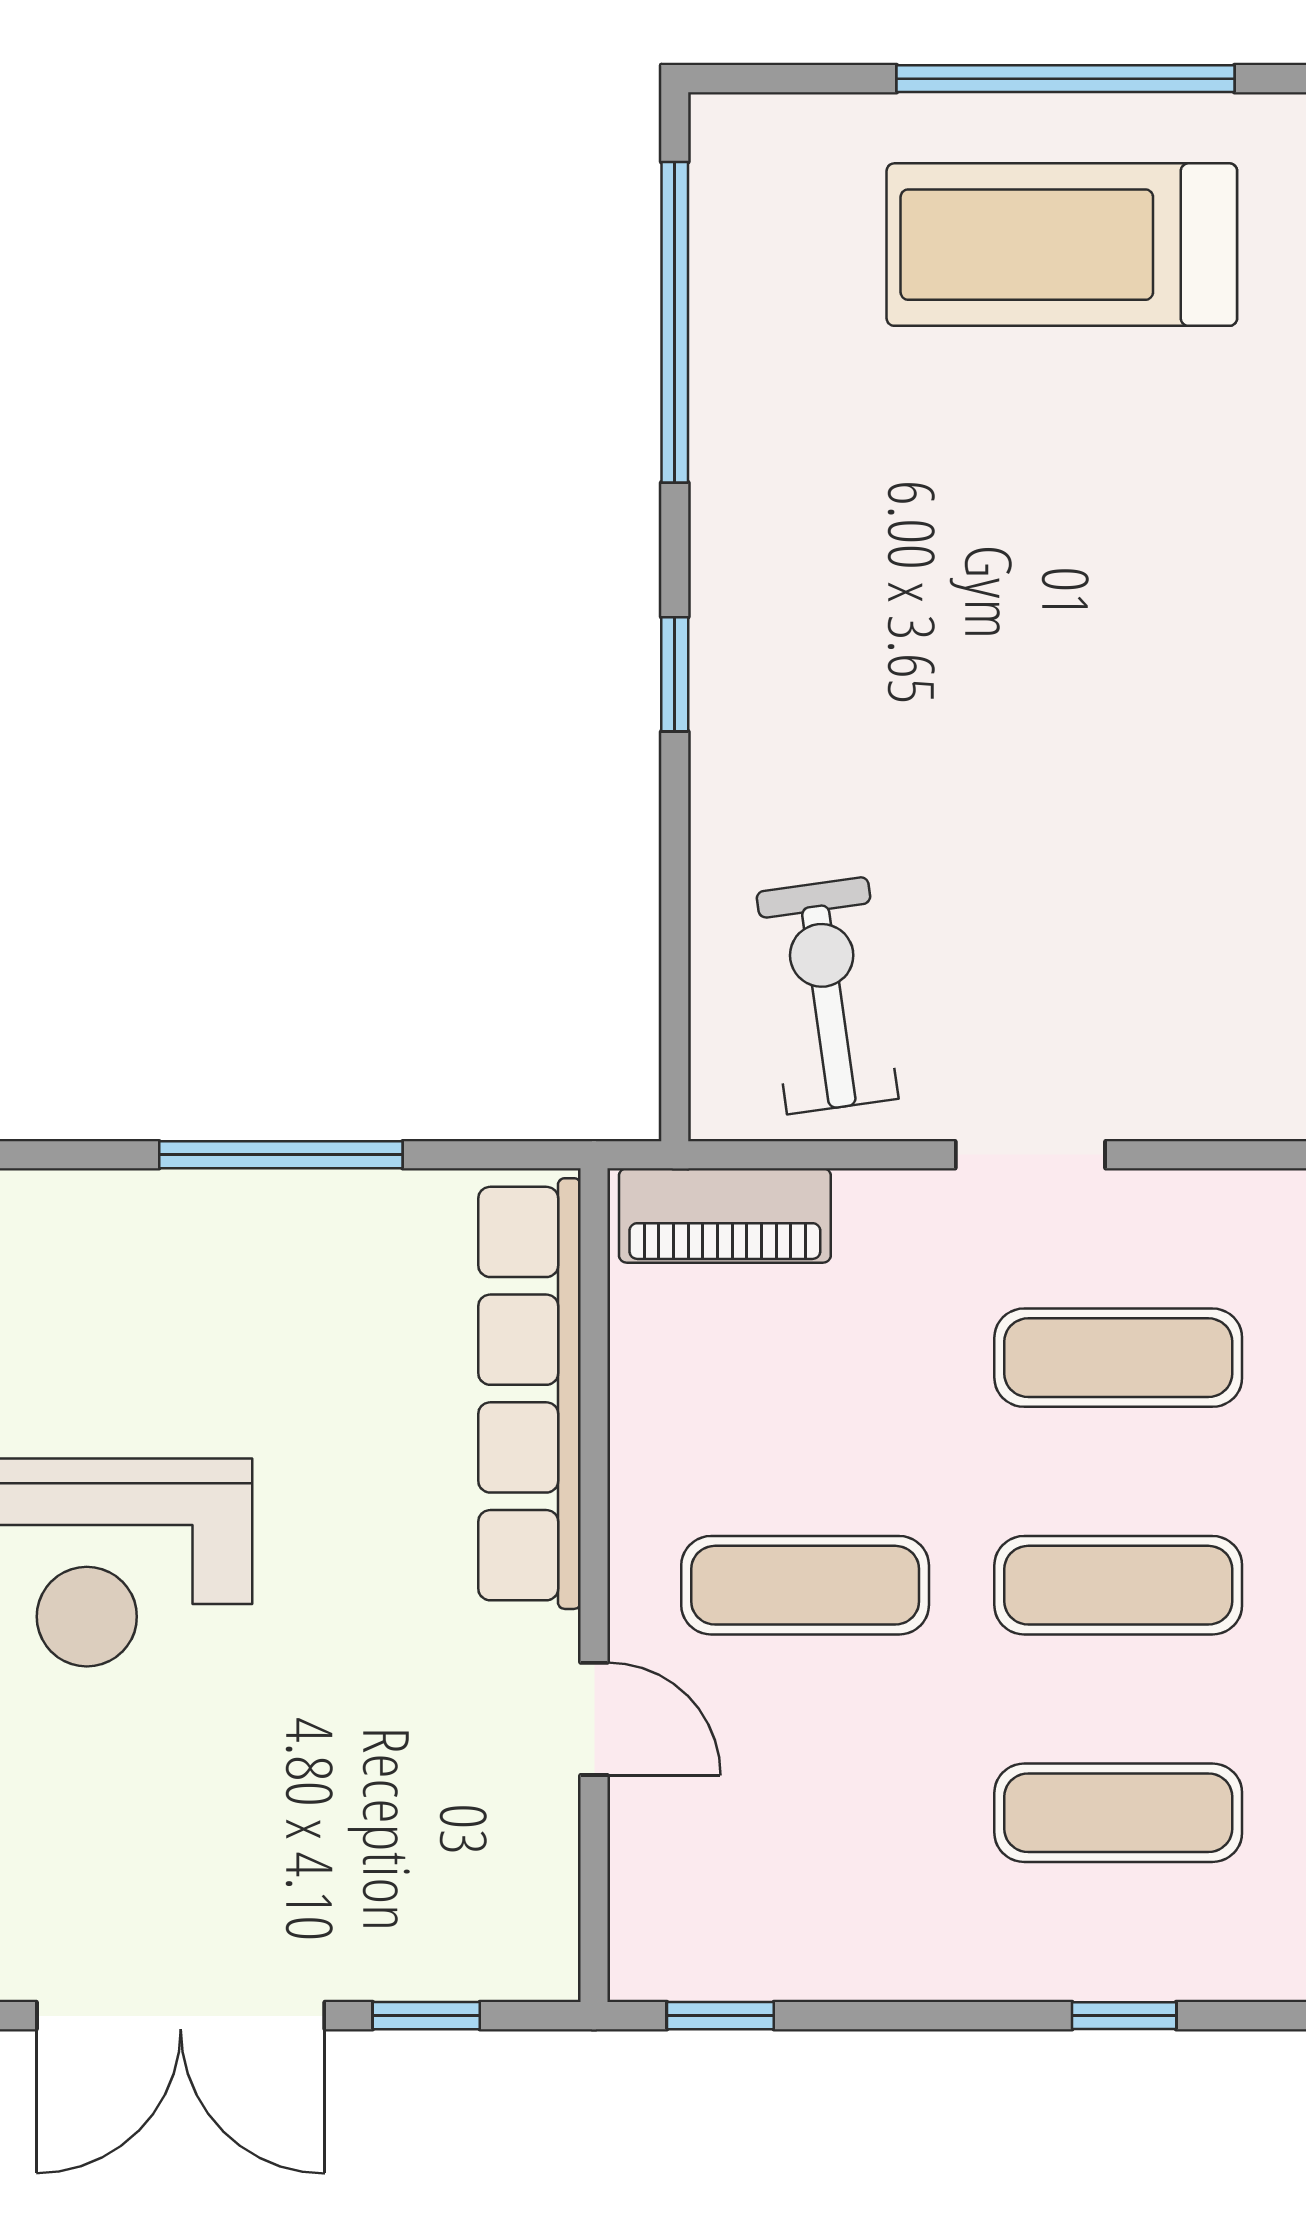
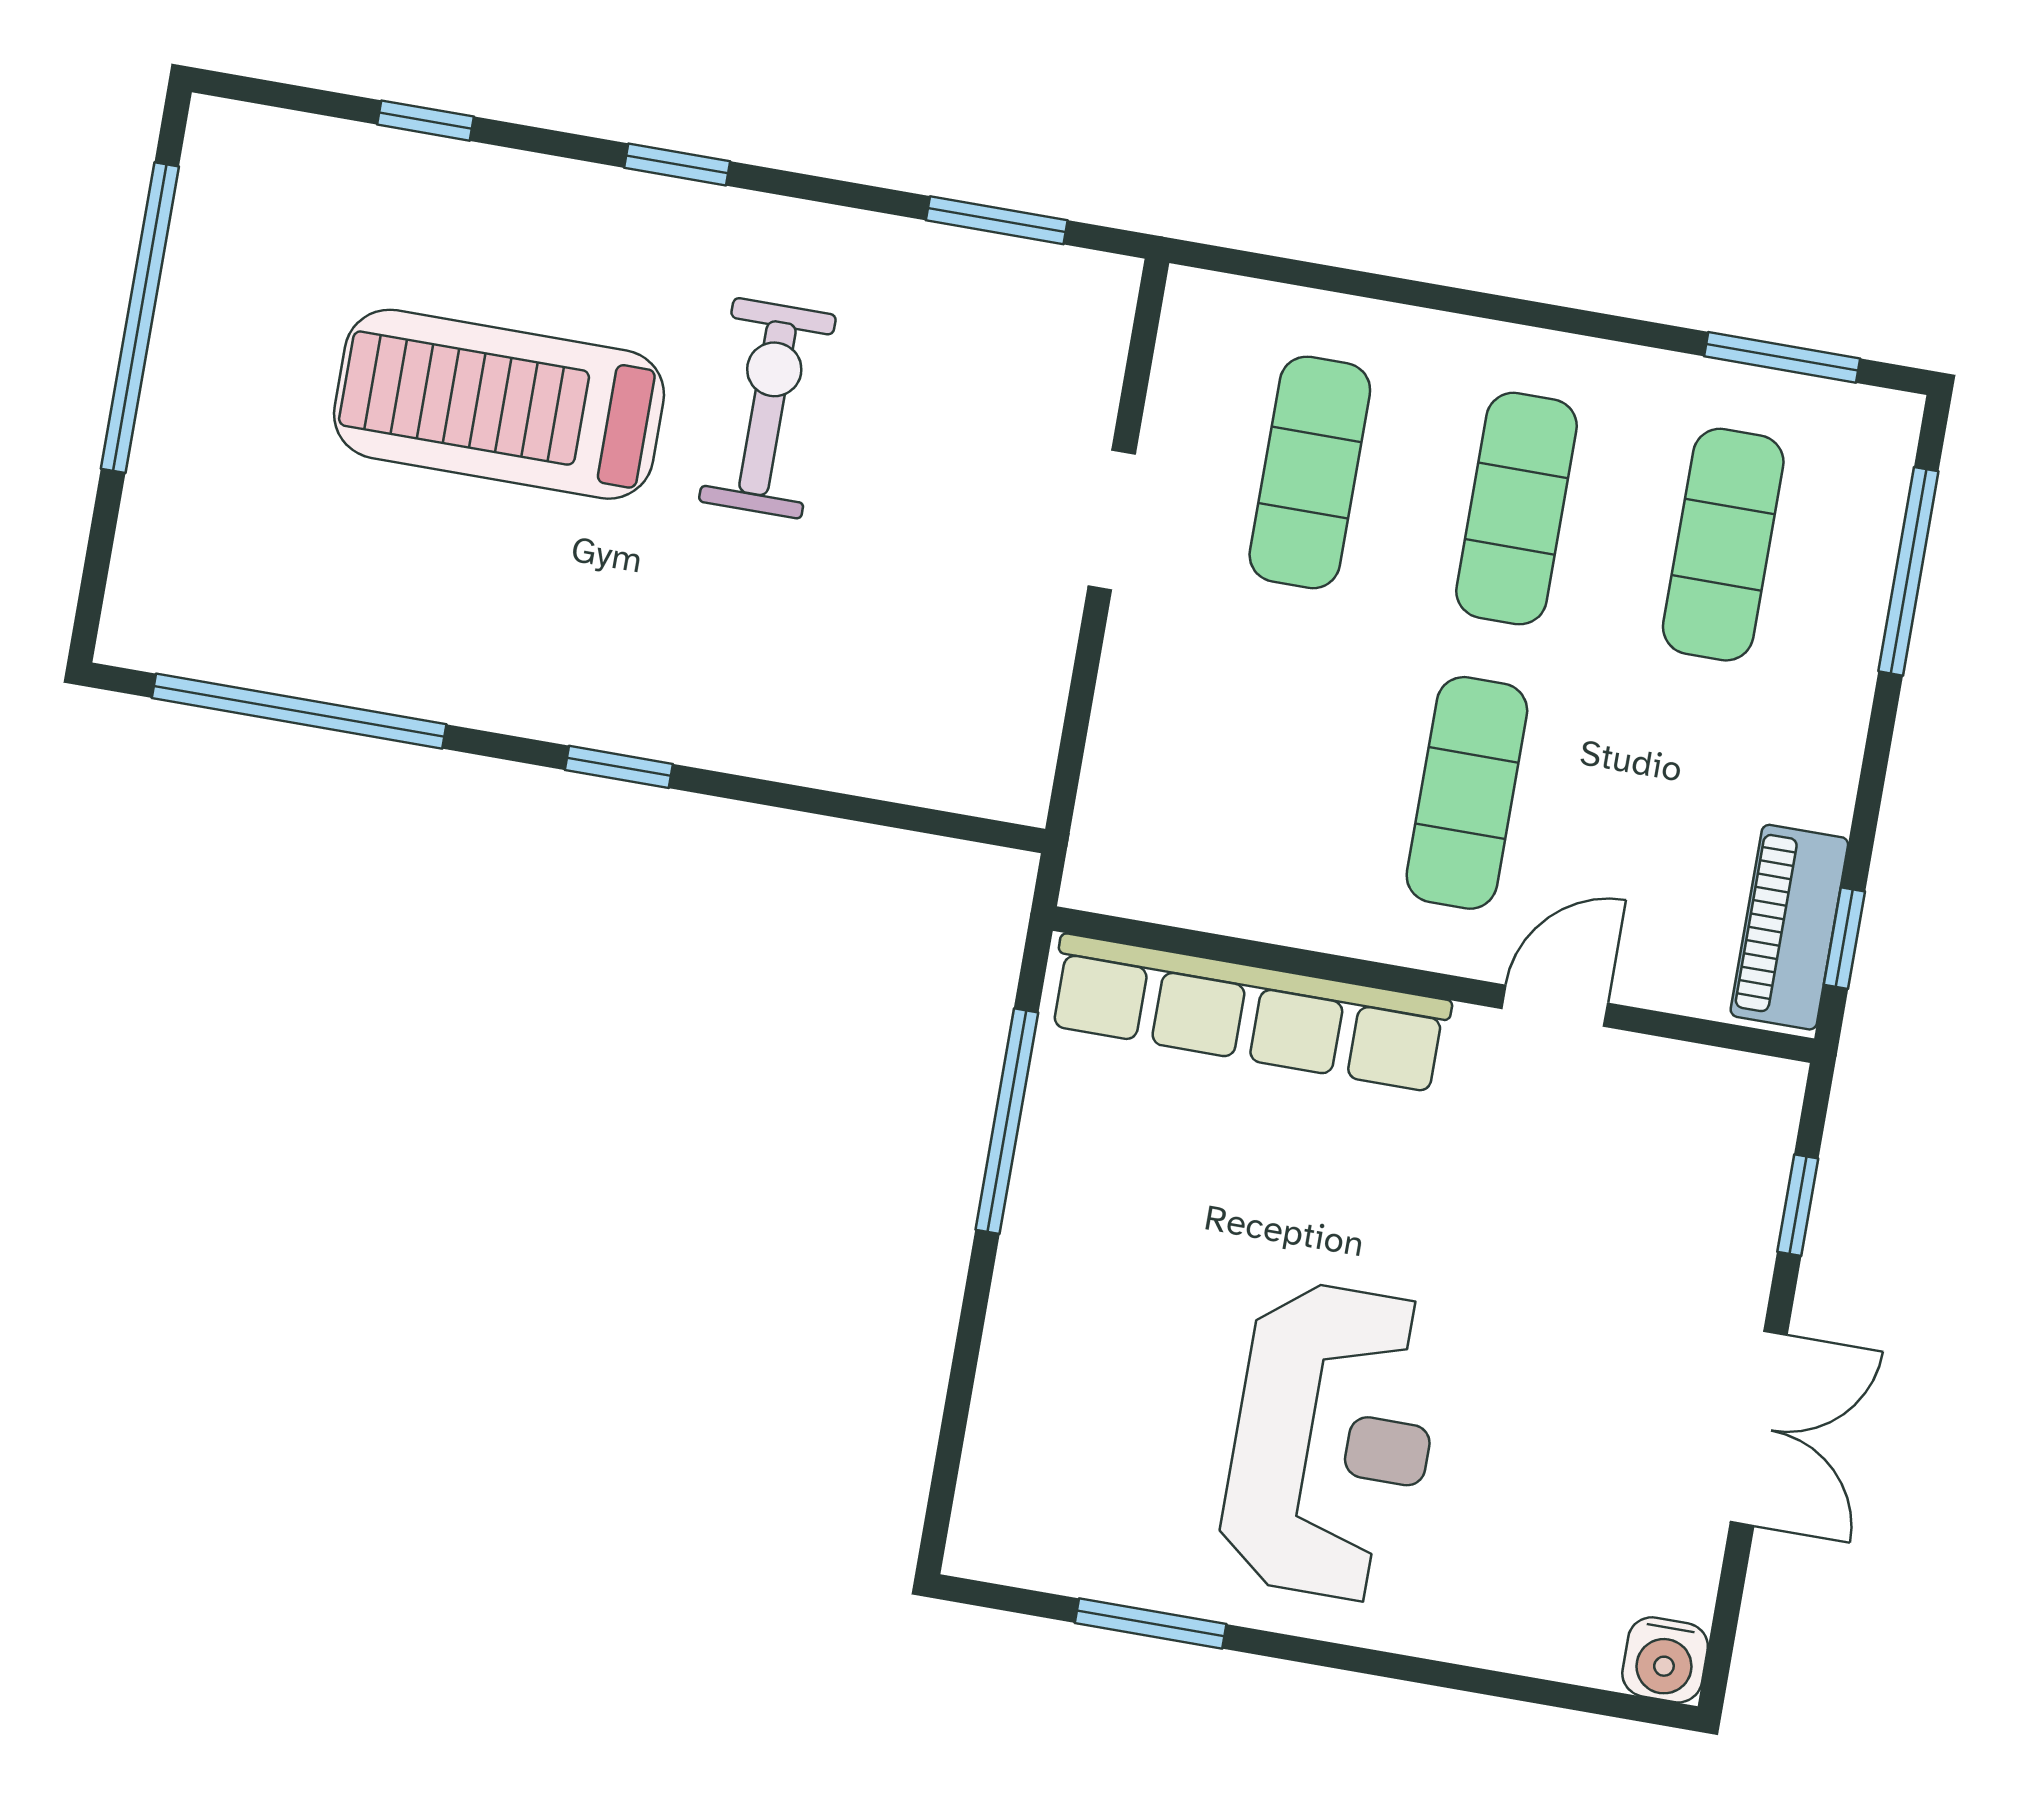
treadmill: (1062, 245) -> (499, 404), moved, turned 90
exercise bike: (827, 995) -> (767, 408), moved, turned 98
window: (281, 1155) -> (1007, 1121), moved
piano: (725, 1216) -> (1789, 927), moved, turned 180
double door: (181, 2016) -> (1759, 1428), width x0.73
window: (1124, 2016) -> (1908, 571), width x2.17

